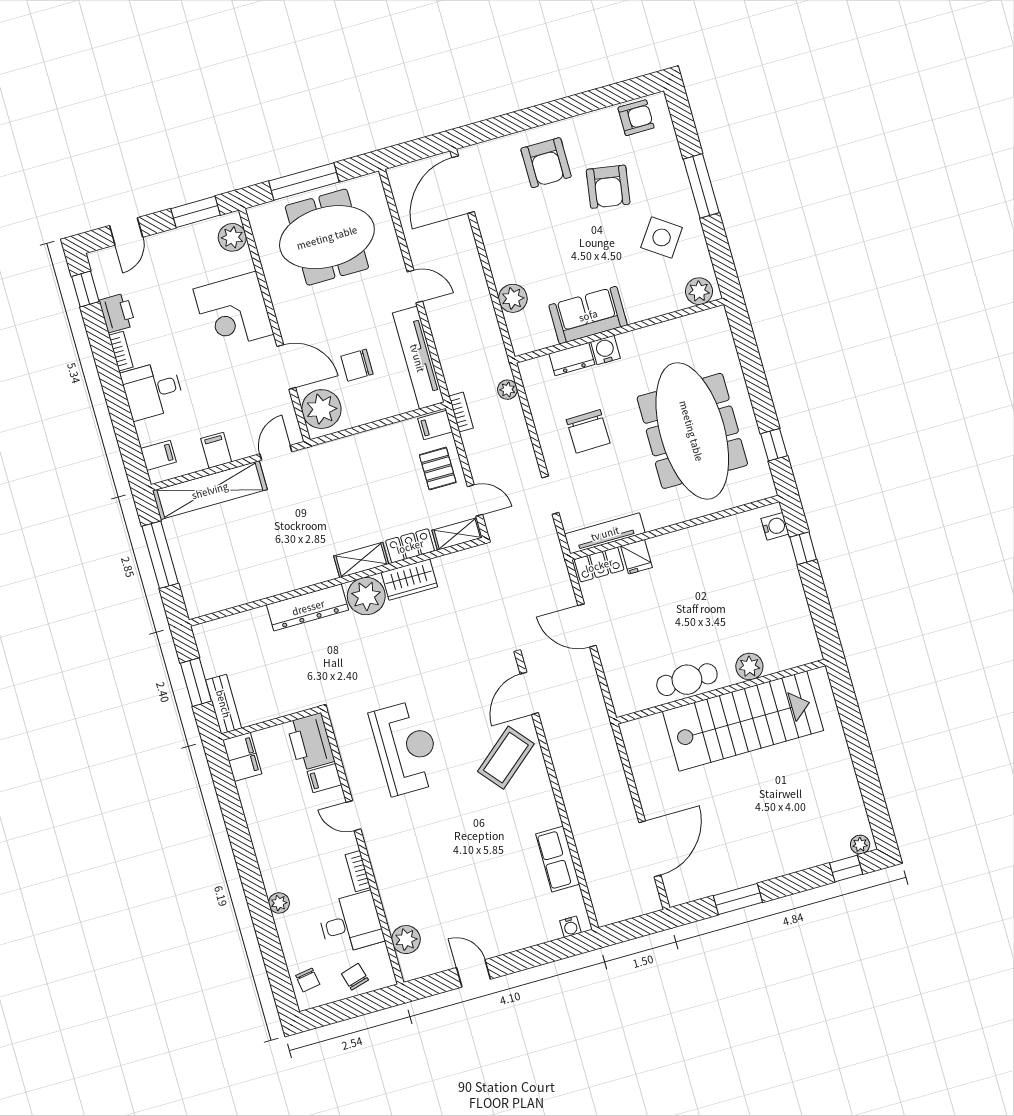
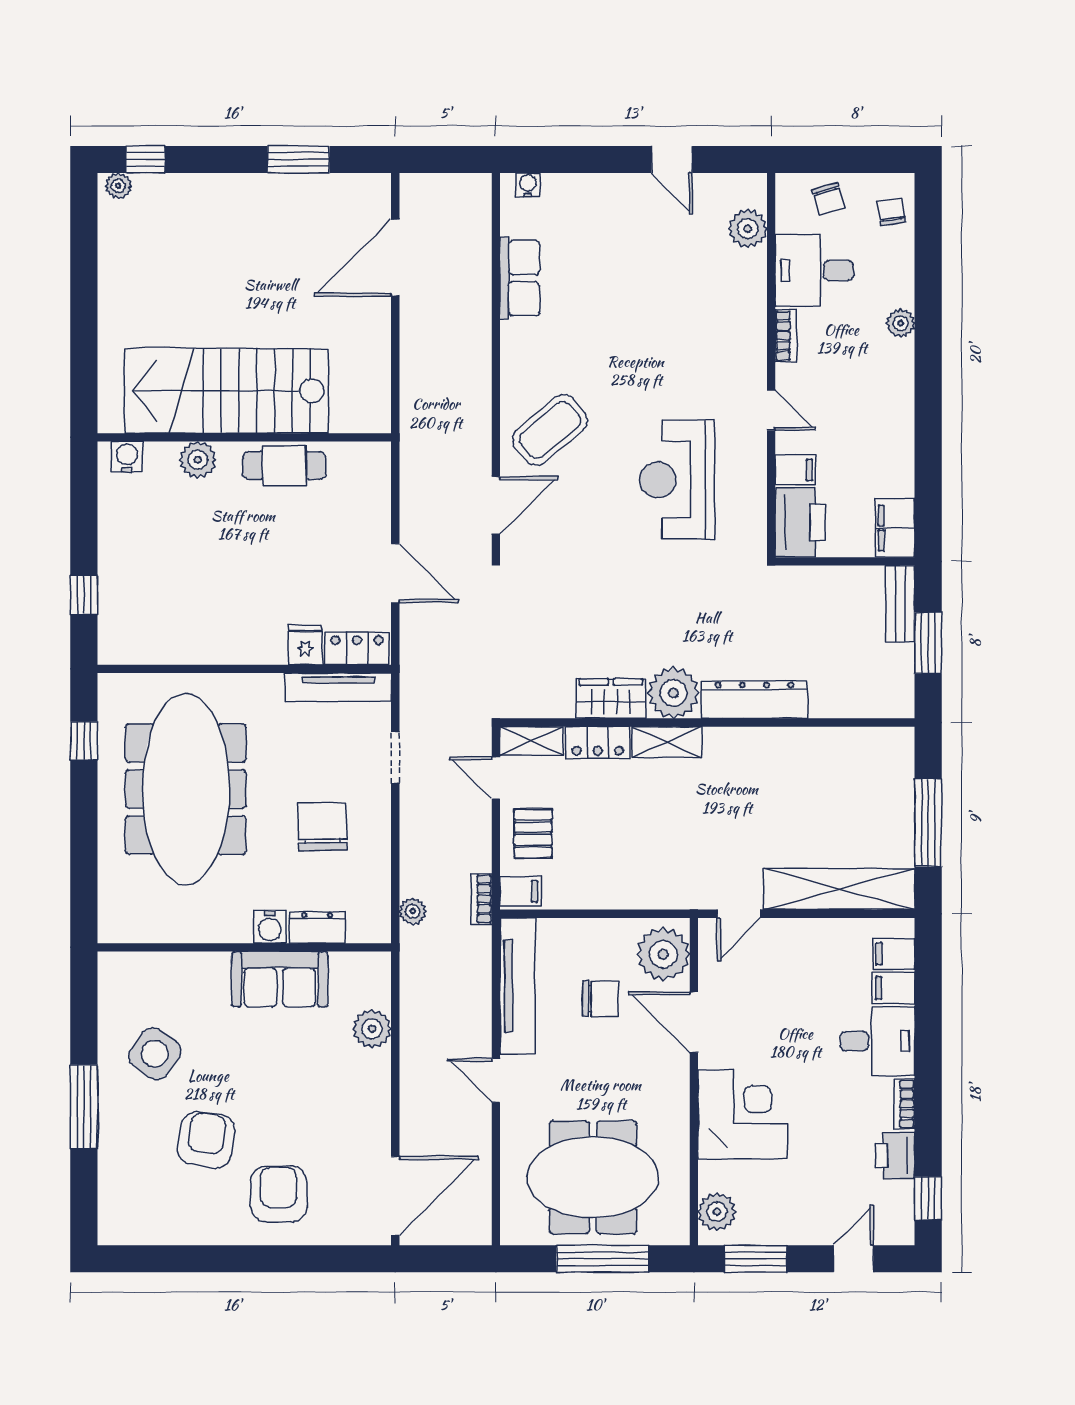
armchair: (636, 118) -> (144, 1220), removed
plant: (699, 291) -> (126, 970), removed
filing cabinet: (216, 450) -> (893, 988), moved, turned 90
water cooler: (775, 526) -> (127, 457), moved, turned 90

